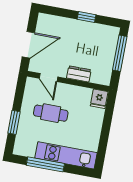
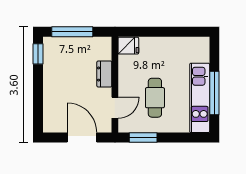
window: (87, 17) -> (38, 54), moved
window: (14, 122) -> (143, 138), moved
kitchen unit: (66, 155) -> (200, 98), moved

